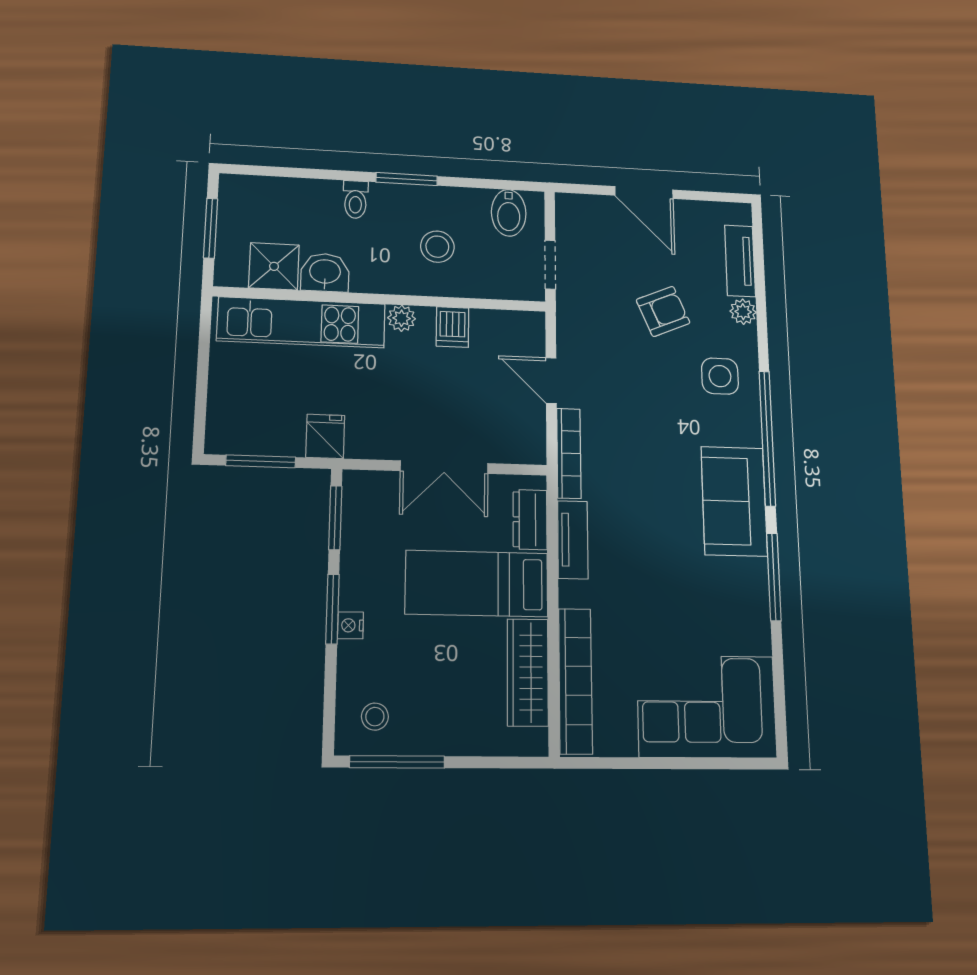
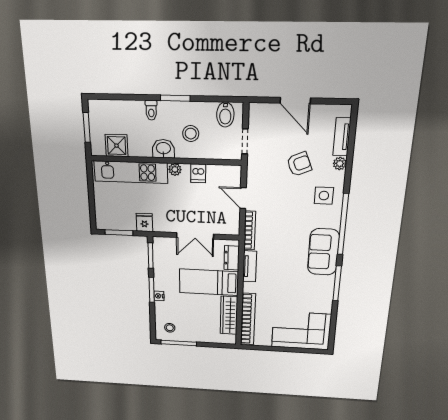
washbasin: (325, 273) -> (163, 149), moved

